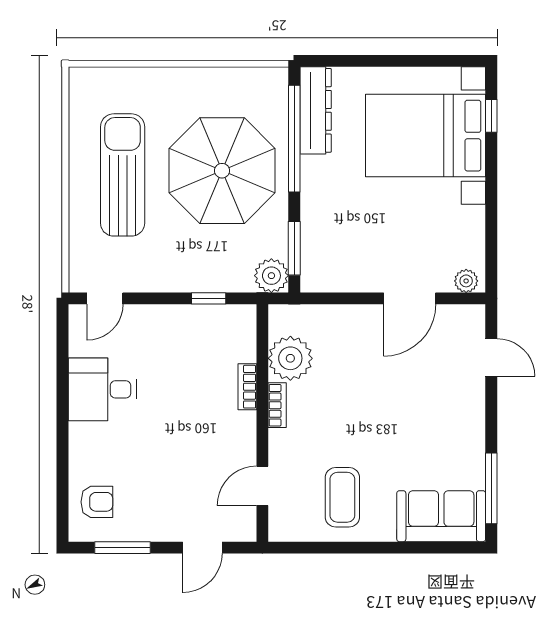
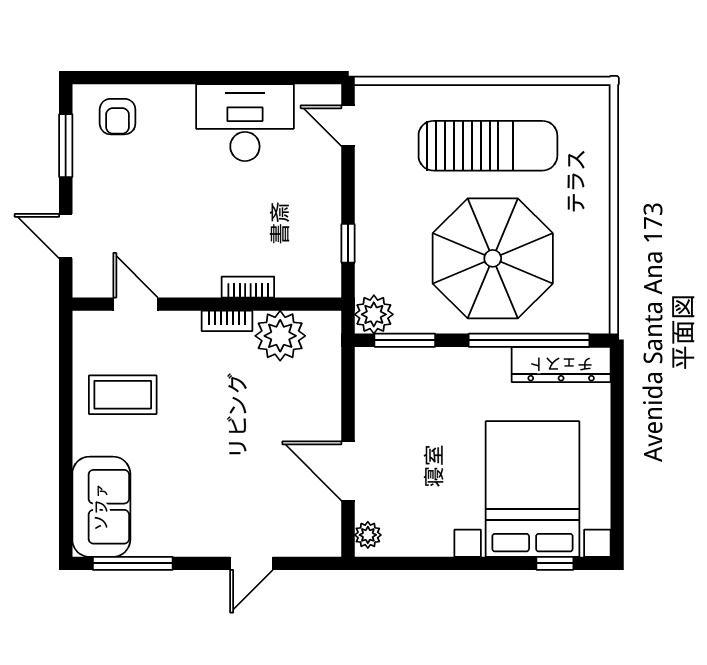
door: (491, 357) -> (252, 563), moved
desk: (102, 389) -> (245, 123), width x1.37

